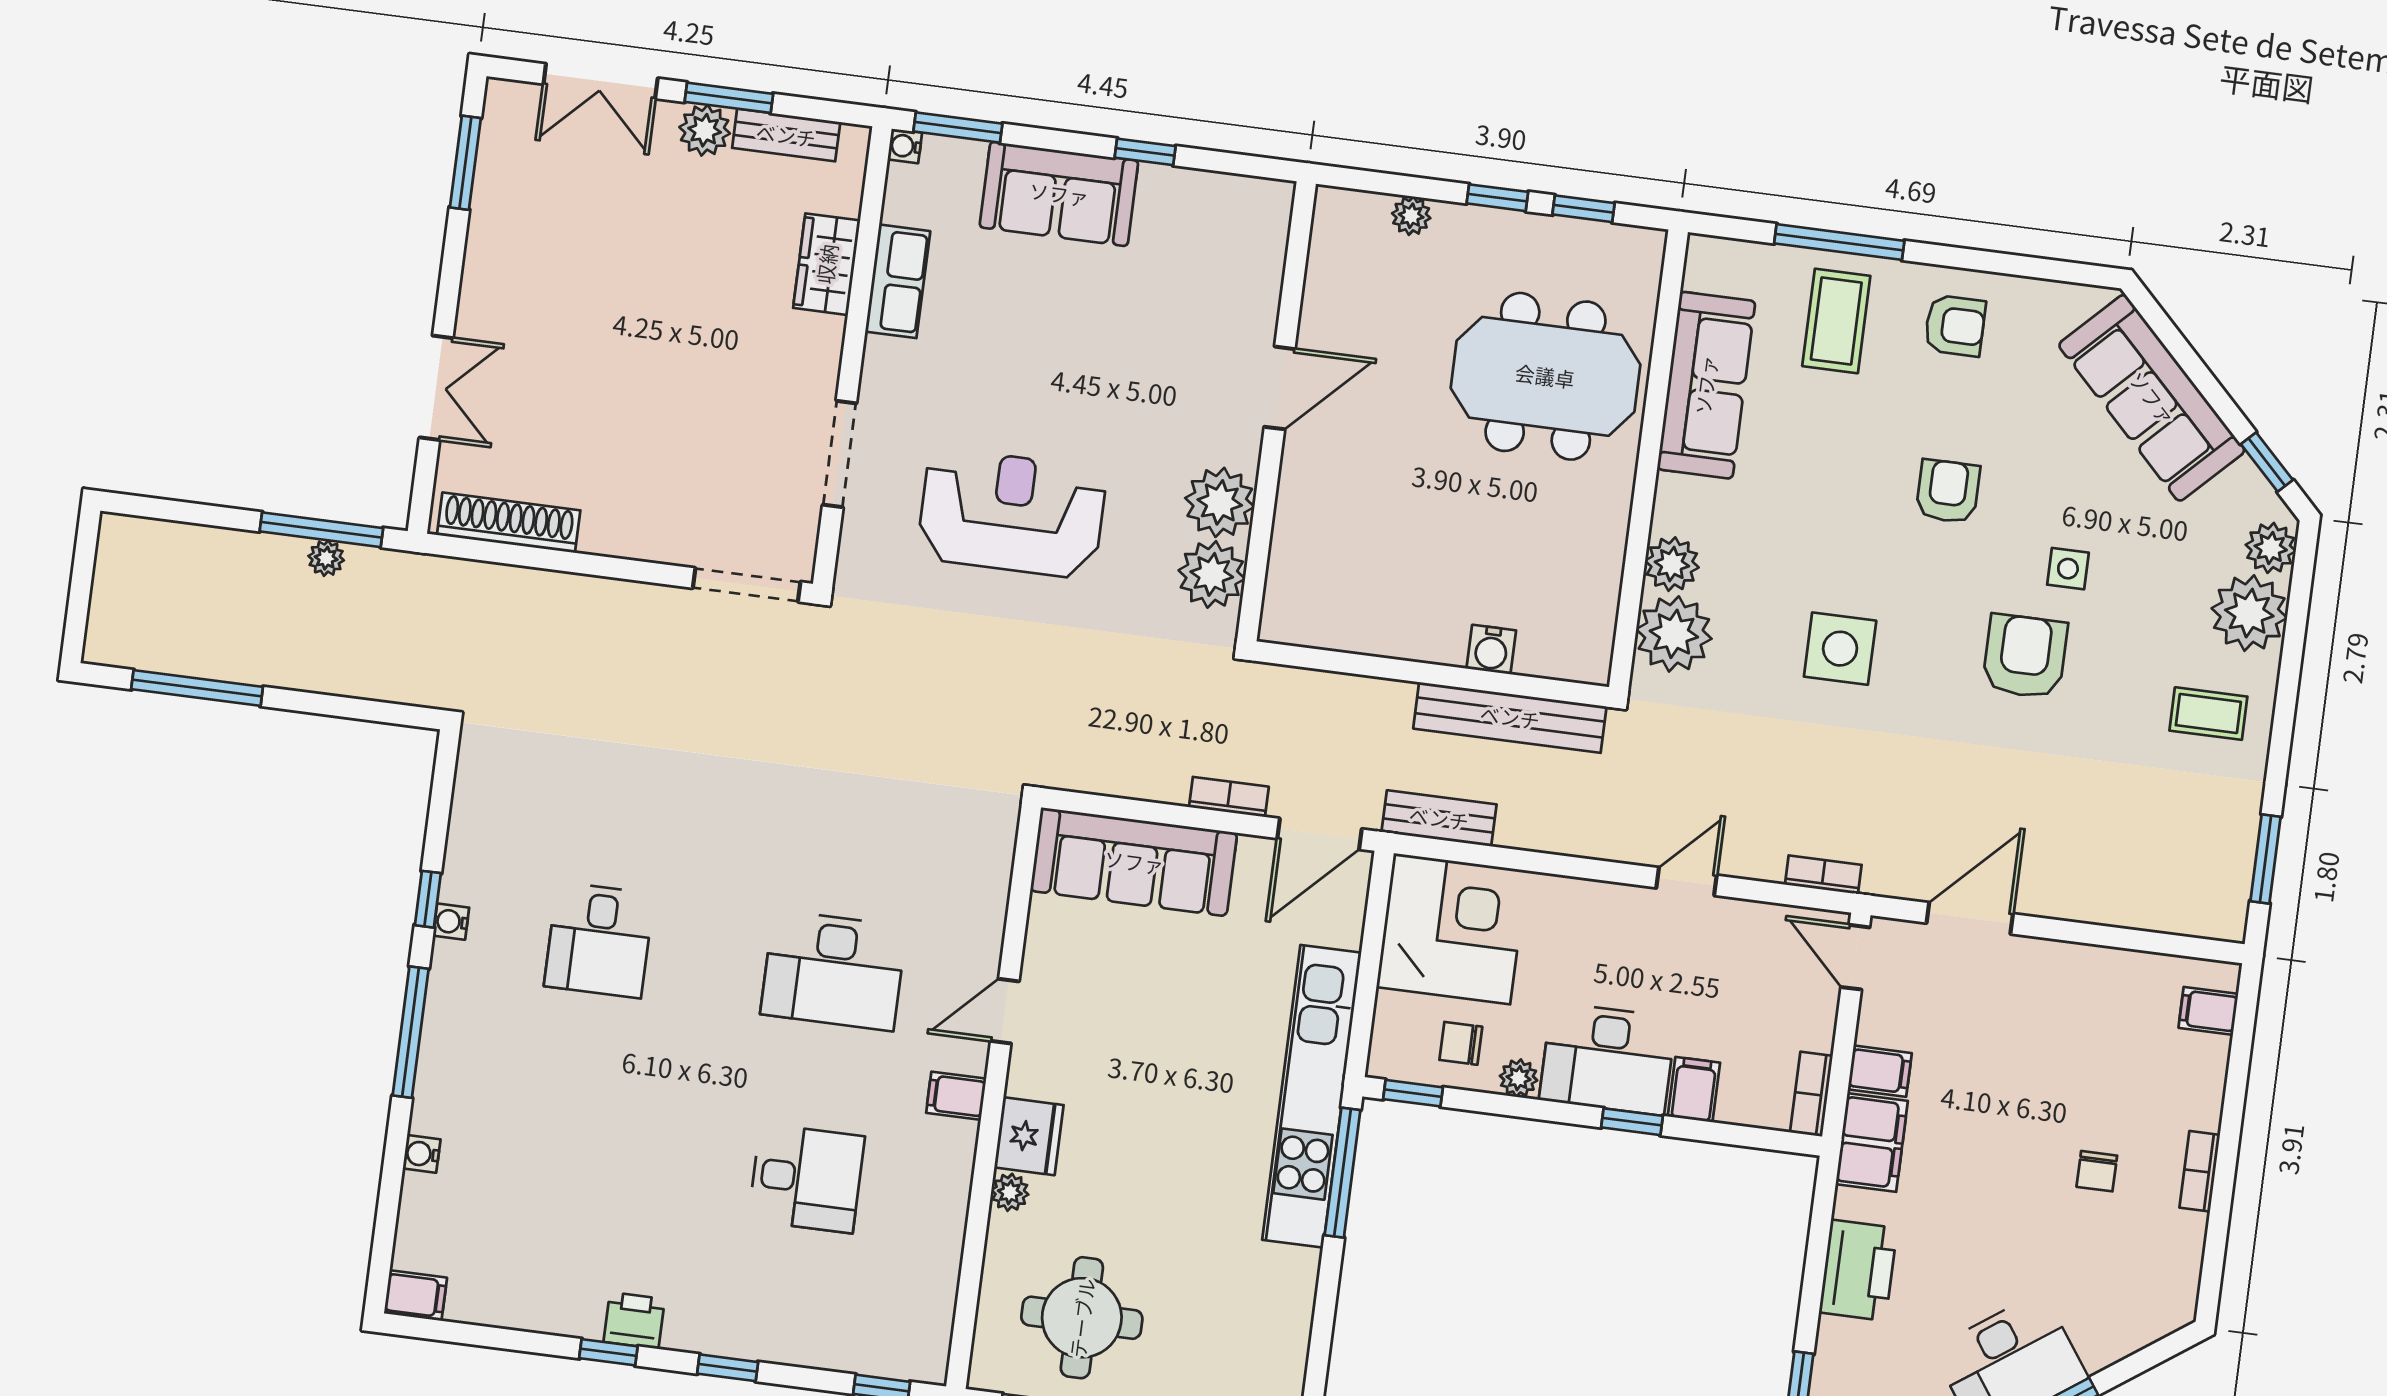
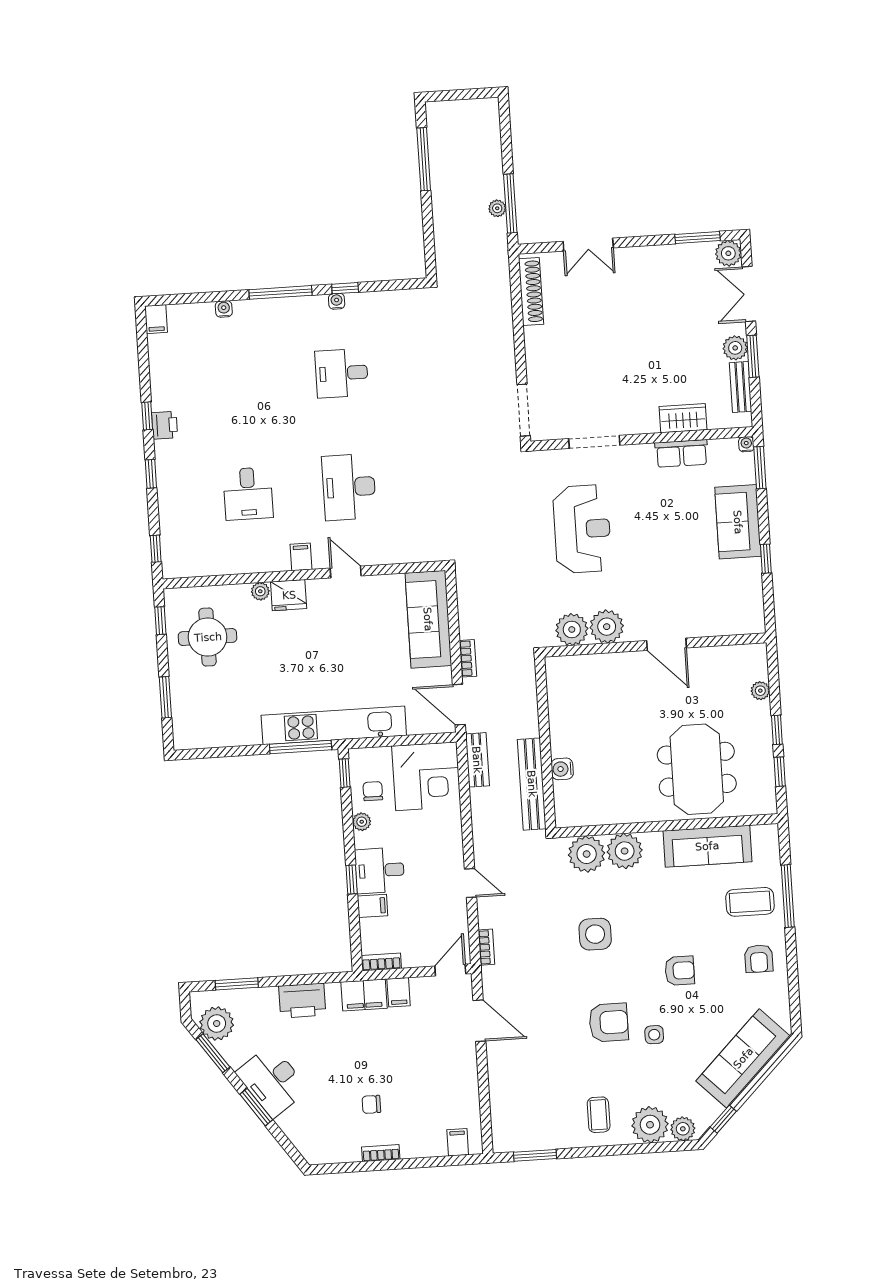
plant: (510, 106) -> (728, 253), added
plant: (1672, 564) -> (625, 851), width x1.36, depth x1.36
desk: (1608, 1059) -> (380, 870), width x0.73

